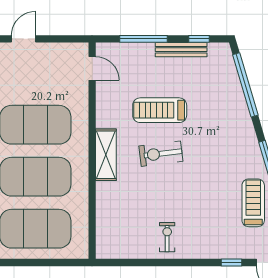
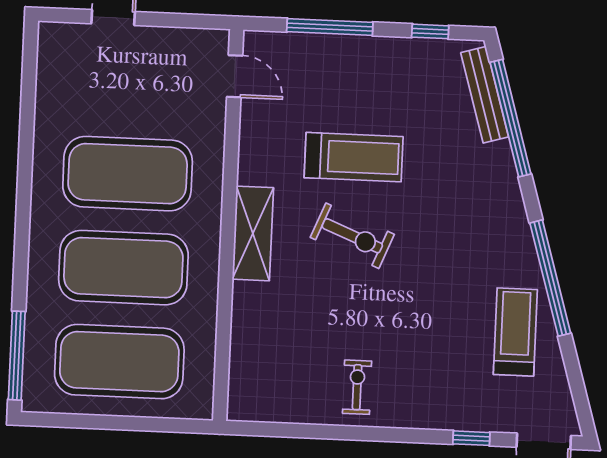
bench: (181, 50) -> (485, 95), moved, turned 74
treadmill: (160, 110) -> (354, 157), turned 180
exercise bike: (161, 154) -> (352, 236), turned -151

